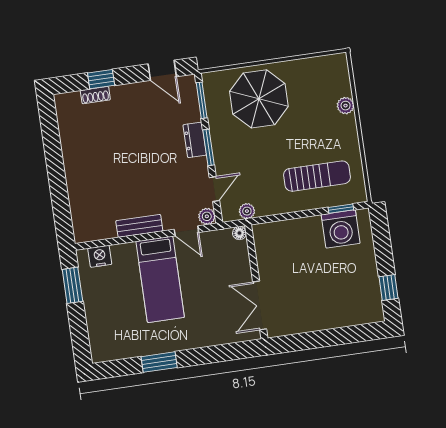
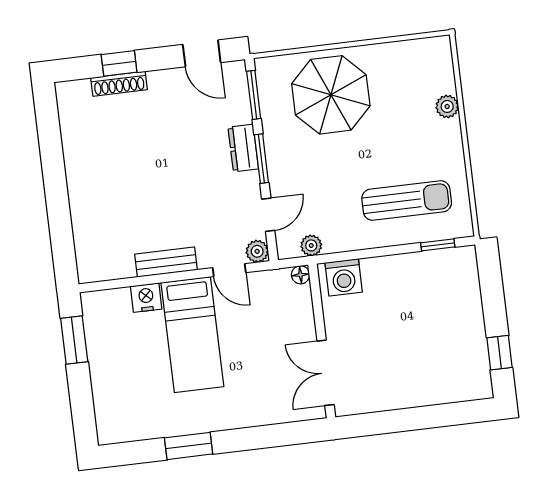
shoe rack: (95, 95) -> (119, 84), width x1.43
washing machine: (341, 229) -> (344, 277), moved, width x0.73, depth x0.73
nightstand: (100, 256) -> (146, 298), moved

